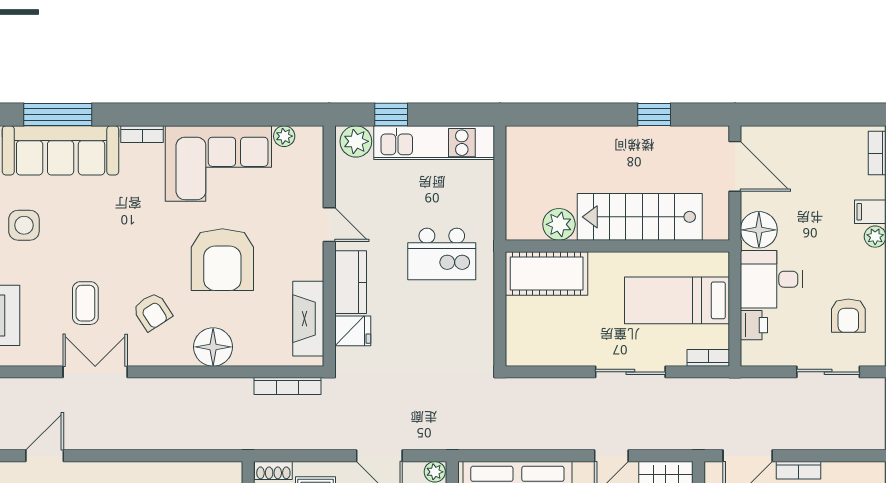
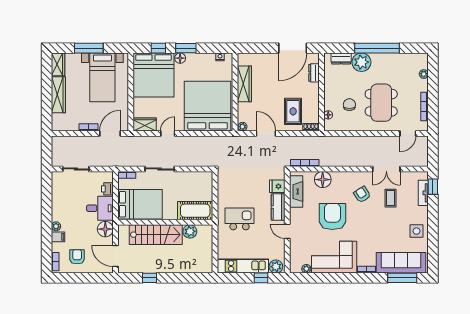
bed: (677, 300) -> (140, 204), width x1.50
armchair: (848, 316) -> (77, 257), moved
floor lamp: (213, 347) -> (323, 180), moved

